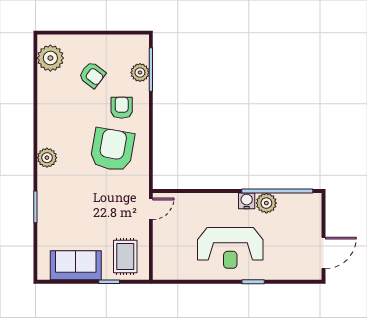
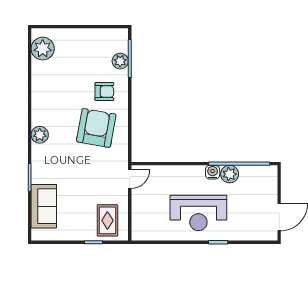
armchair: (92, 75) -> (79, 63), removed
armchair: (122, 108) -> (104, 92), turned 90
sofa: (76, 265) -> (44, 206), moved, turned 90

